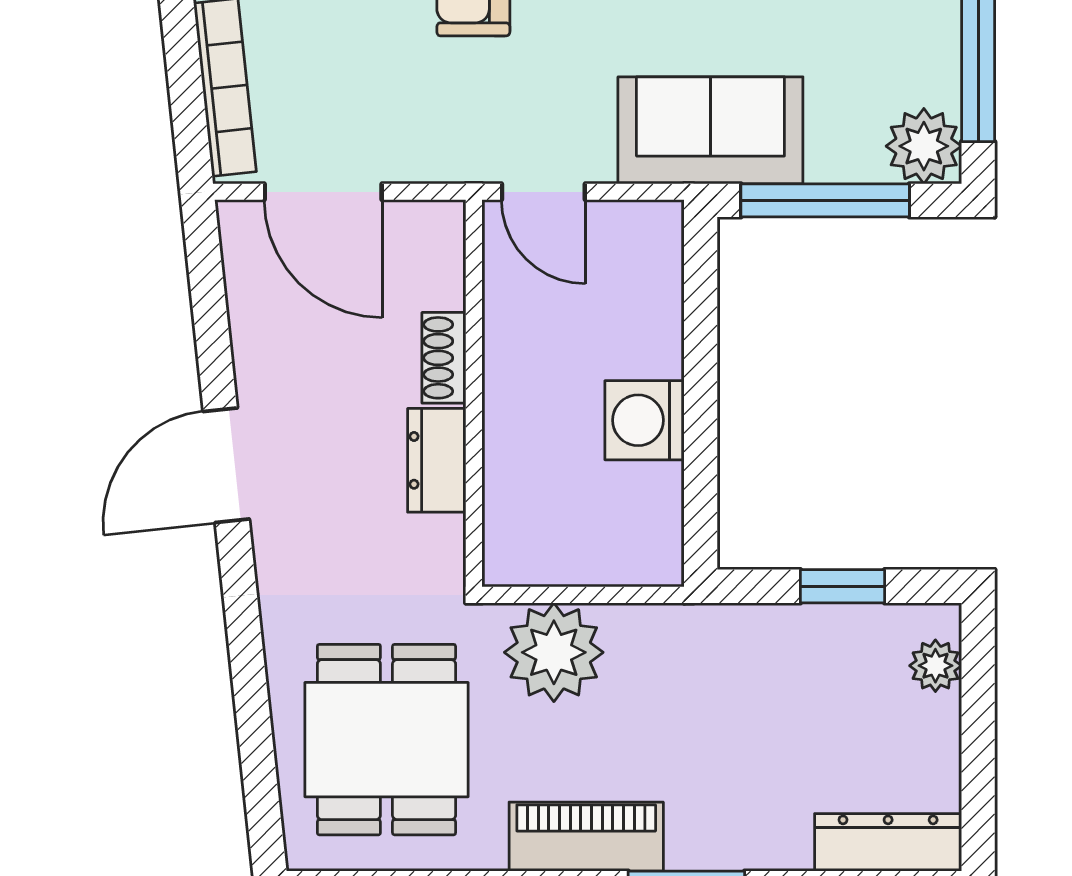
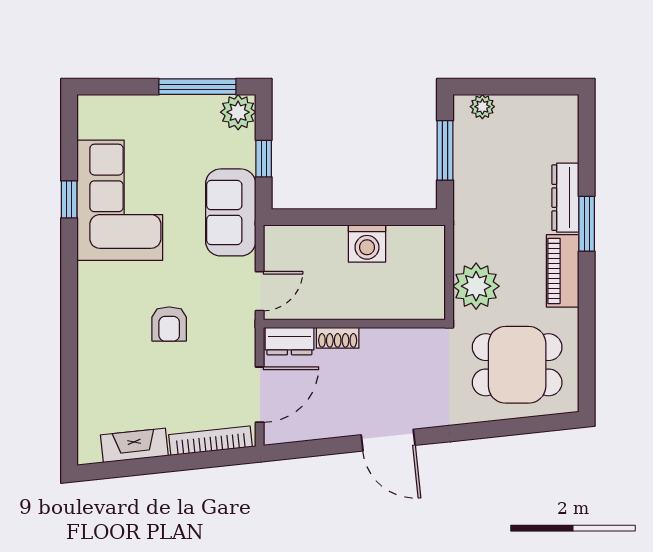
window: (825, 200) -> (264, 159), width x0.46
dresser: (437, 460) -> (289, 341), moved
window: (843, 586) -> (445, 150), width x1.50
dresser: (888, 842) -> (565, 198), moved

